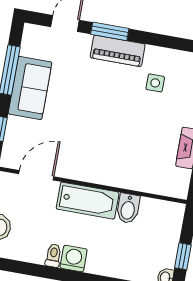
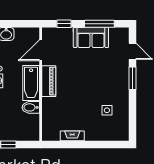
piano: (118, 51) -> (49, 81), moved, turned 180
door: (36, 175) -> (41, 50), swing flipped

